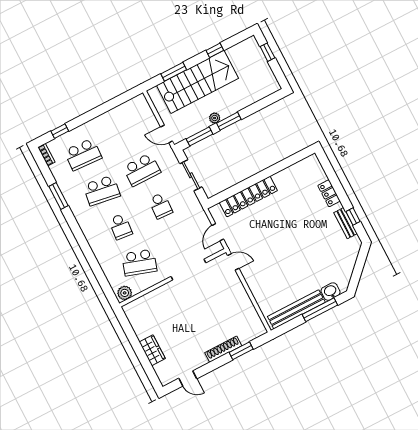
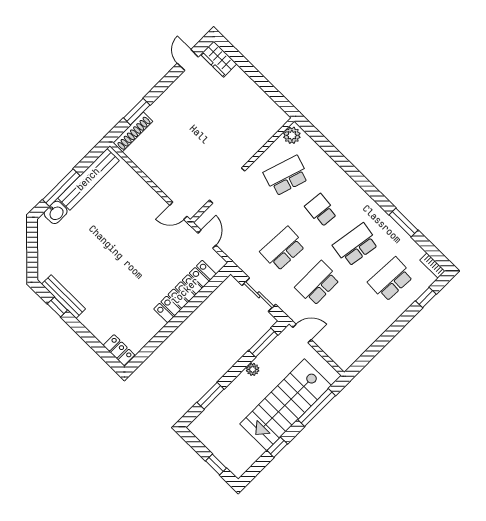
window: (174, 72) -> (317, 408), width x1.44
window: (229, 121) -> (211, 396), moved
locker: (329, 193) -> (119, 350), moved
school desk: (160, 206) -> (283, 249), width x1.85
bench: (346, 223) -> (64, 297), width x1.36
shoe rack: (223, 349) -> (133, 132), moved
wardrobe: (152, 350) -> (219, 59), moved
door: (188, 379) -> (188, 60), hinge flipped

